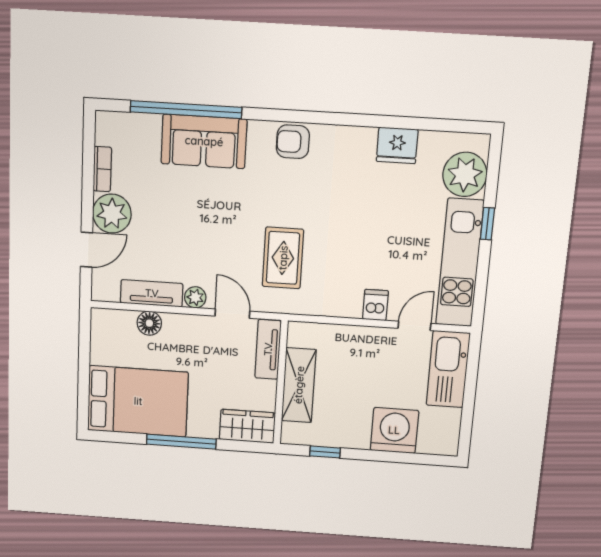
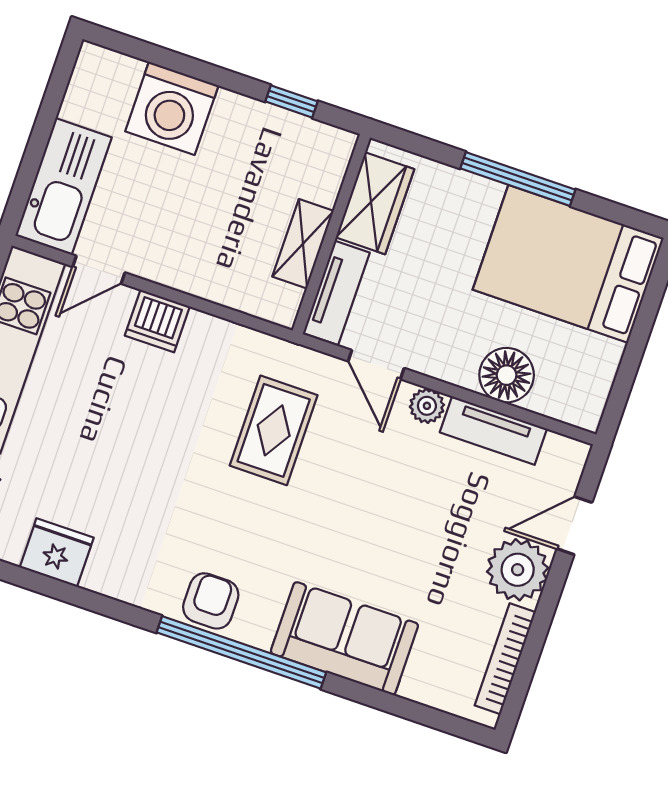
window: (186, 110) -> (241, 652), moved
armchair: (293, 142) -> (211, 601), turned -90
bookcase: (102, 169) -> (505, 659), width x1.56
dishwasher: (375, 305) -> (157, 321), width x1.38
floor lamp: (149, 323) -> (507, 375), width x1.38, depth x1.38
shelving: (299, 385) -> (303, 244), width x0.67, depth x0.75
wardrobe: (247, 426) -> (375, 203), moved, turned -90

